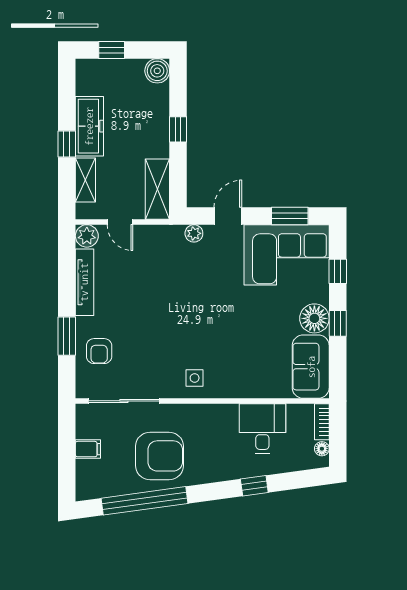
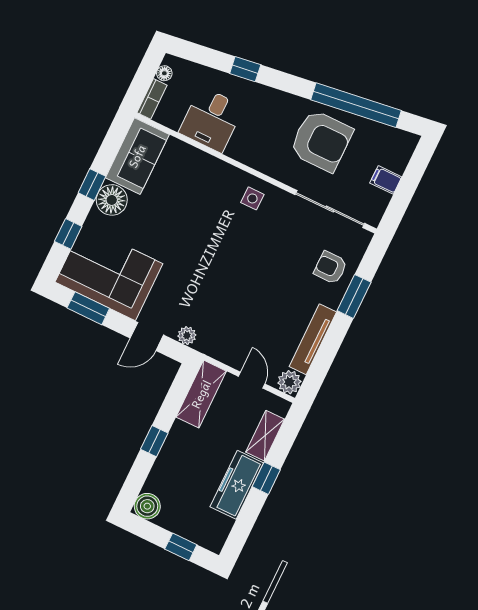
armchair: (99, 351) -> (330, 268), turned -90
armchair: (160, 456) -> (321, 141), turned 180

